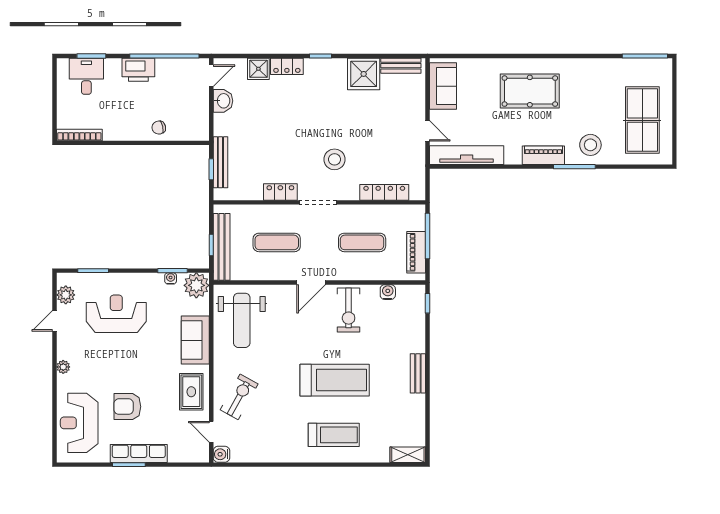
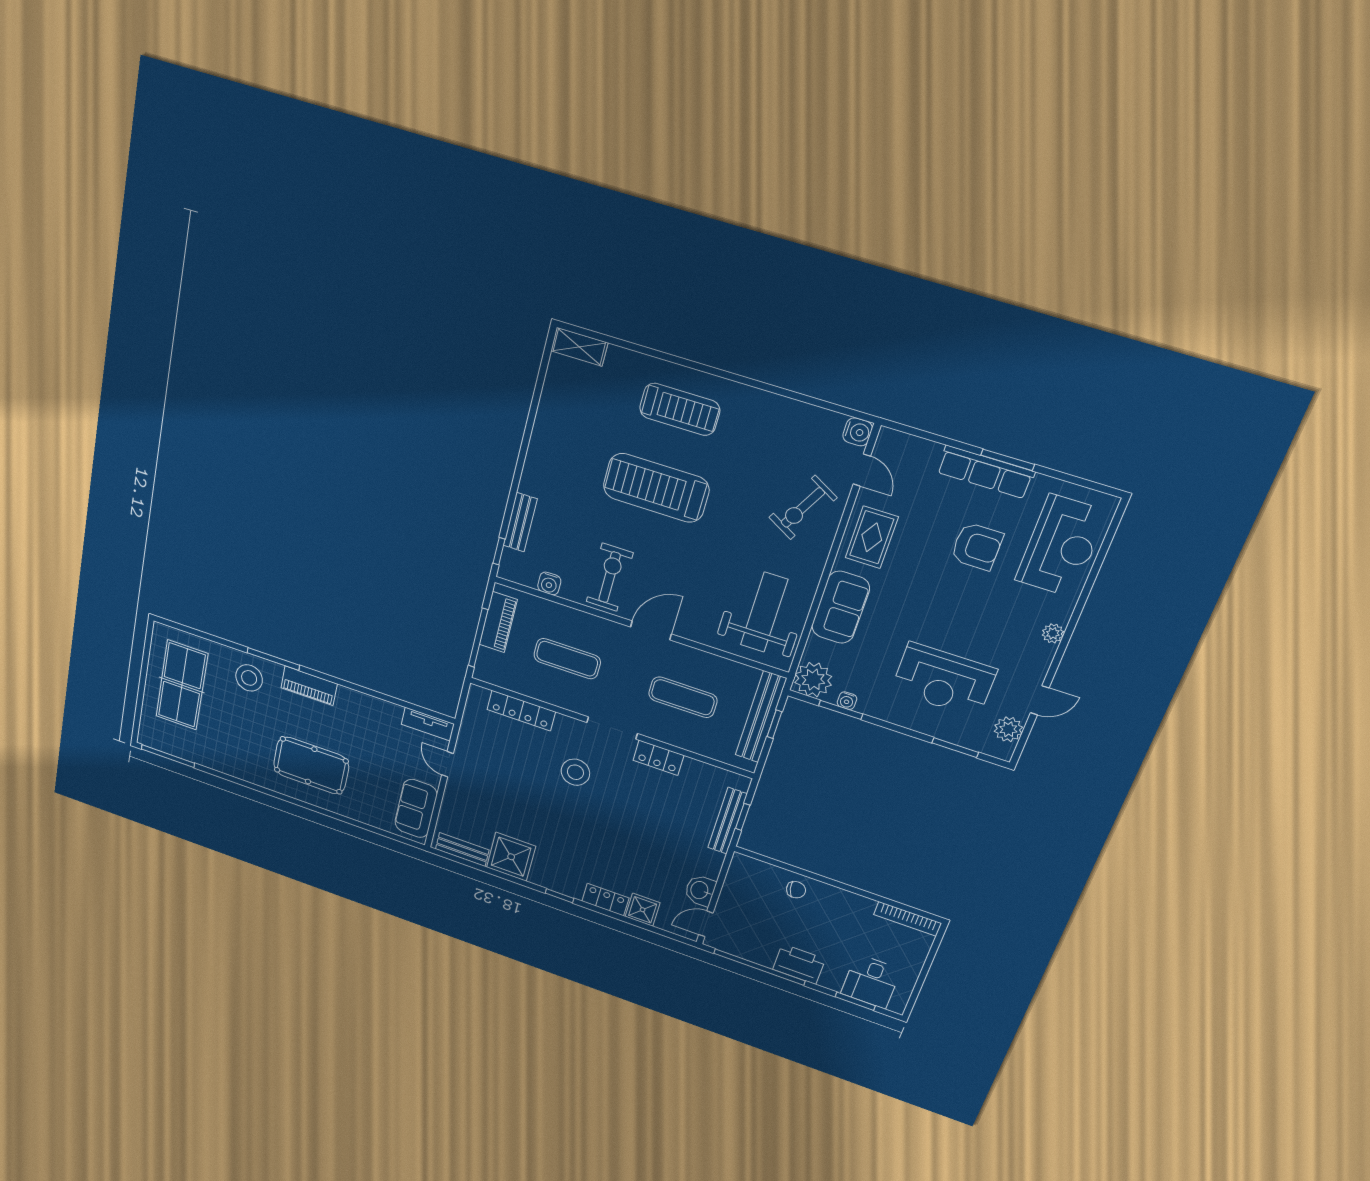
tv unit: (467, 155) -> (428, 724), width x0.52, depth x0.78
bench: (418, 373) -> (520, 522), moved
treadmill: (334, 435) -> (680, 409), turned 180

